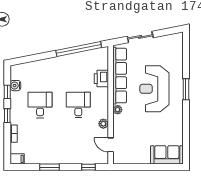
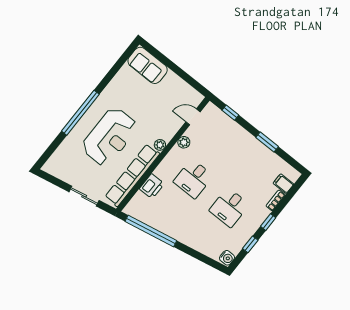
water cooler: (15, 86) -> (227, 258), moved
window: (186, 89) -> (80, 113), width x2.11
door: (111, 145) -> (193, 117), swing flipped
filing cabinet: (17, 159) -> (283, 184), moved

